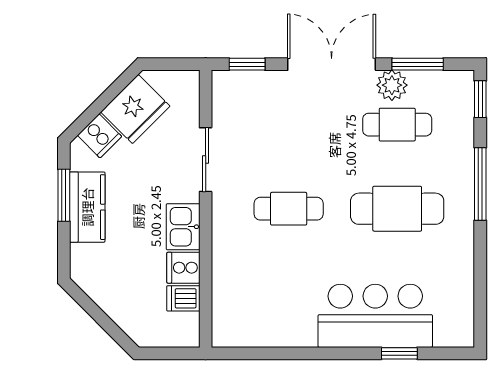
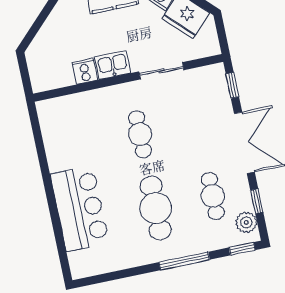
window: (418, 64) -> (257, 201), width x0.67
plant: (392, 85) -> (246, 222), moved
dishwasher: (183, 298) -> (64, 75), removed
window: (399, 353) -> (58, 230), removed

